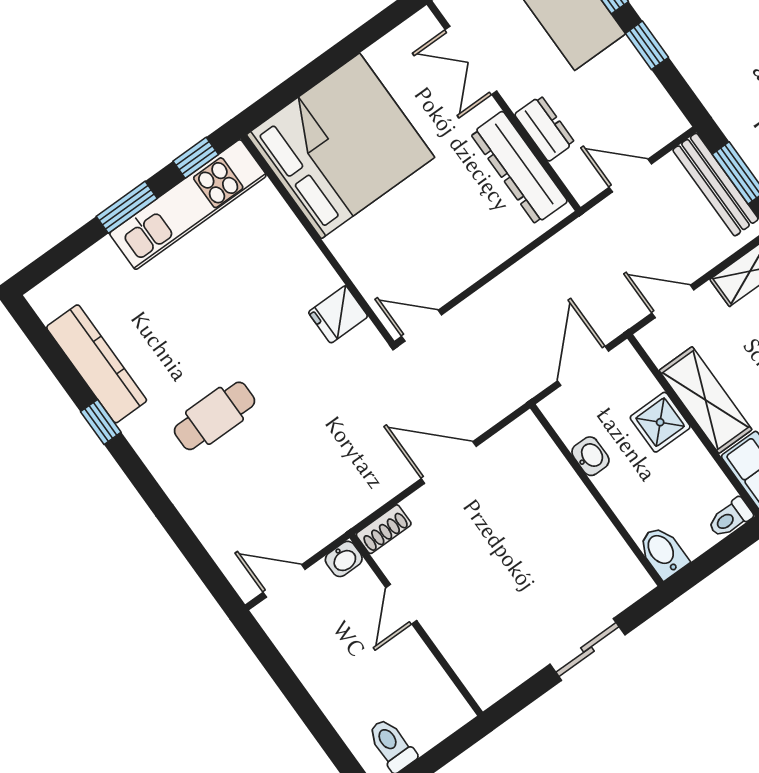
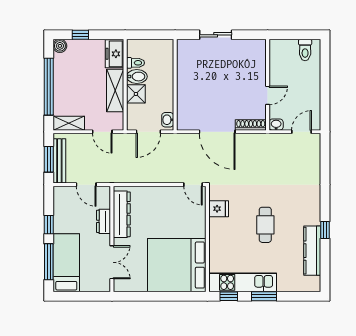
cafe table: (214, 416) -> (265, 225), moved, turned 90
washbasin: (590, 456) -> (168, 120), moved
door: (449, 462) -> (217, 132), width x1.36
toilet: (730, 518) -> (135, 63), moved
shoe rack: (384, 529) -> (251, 125), width x1.43
bidet: (663, 552) -> (137, 77), moved, turned -90
door: (284, 581) -> (302, 132), swing flipped

